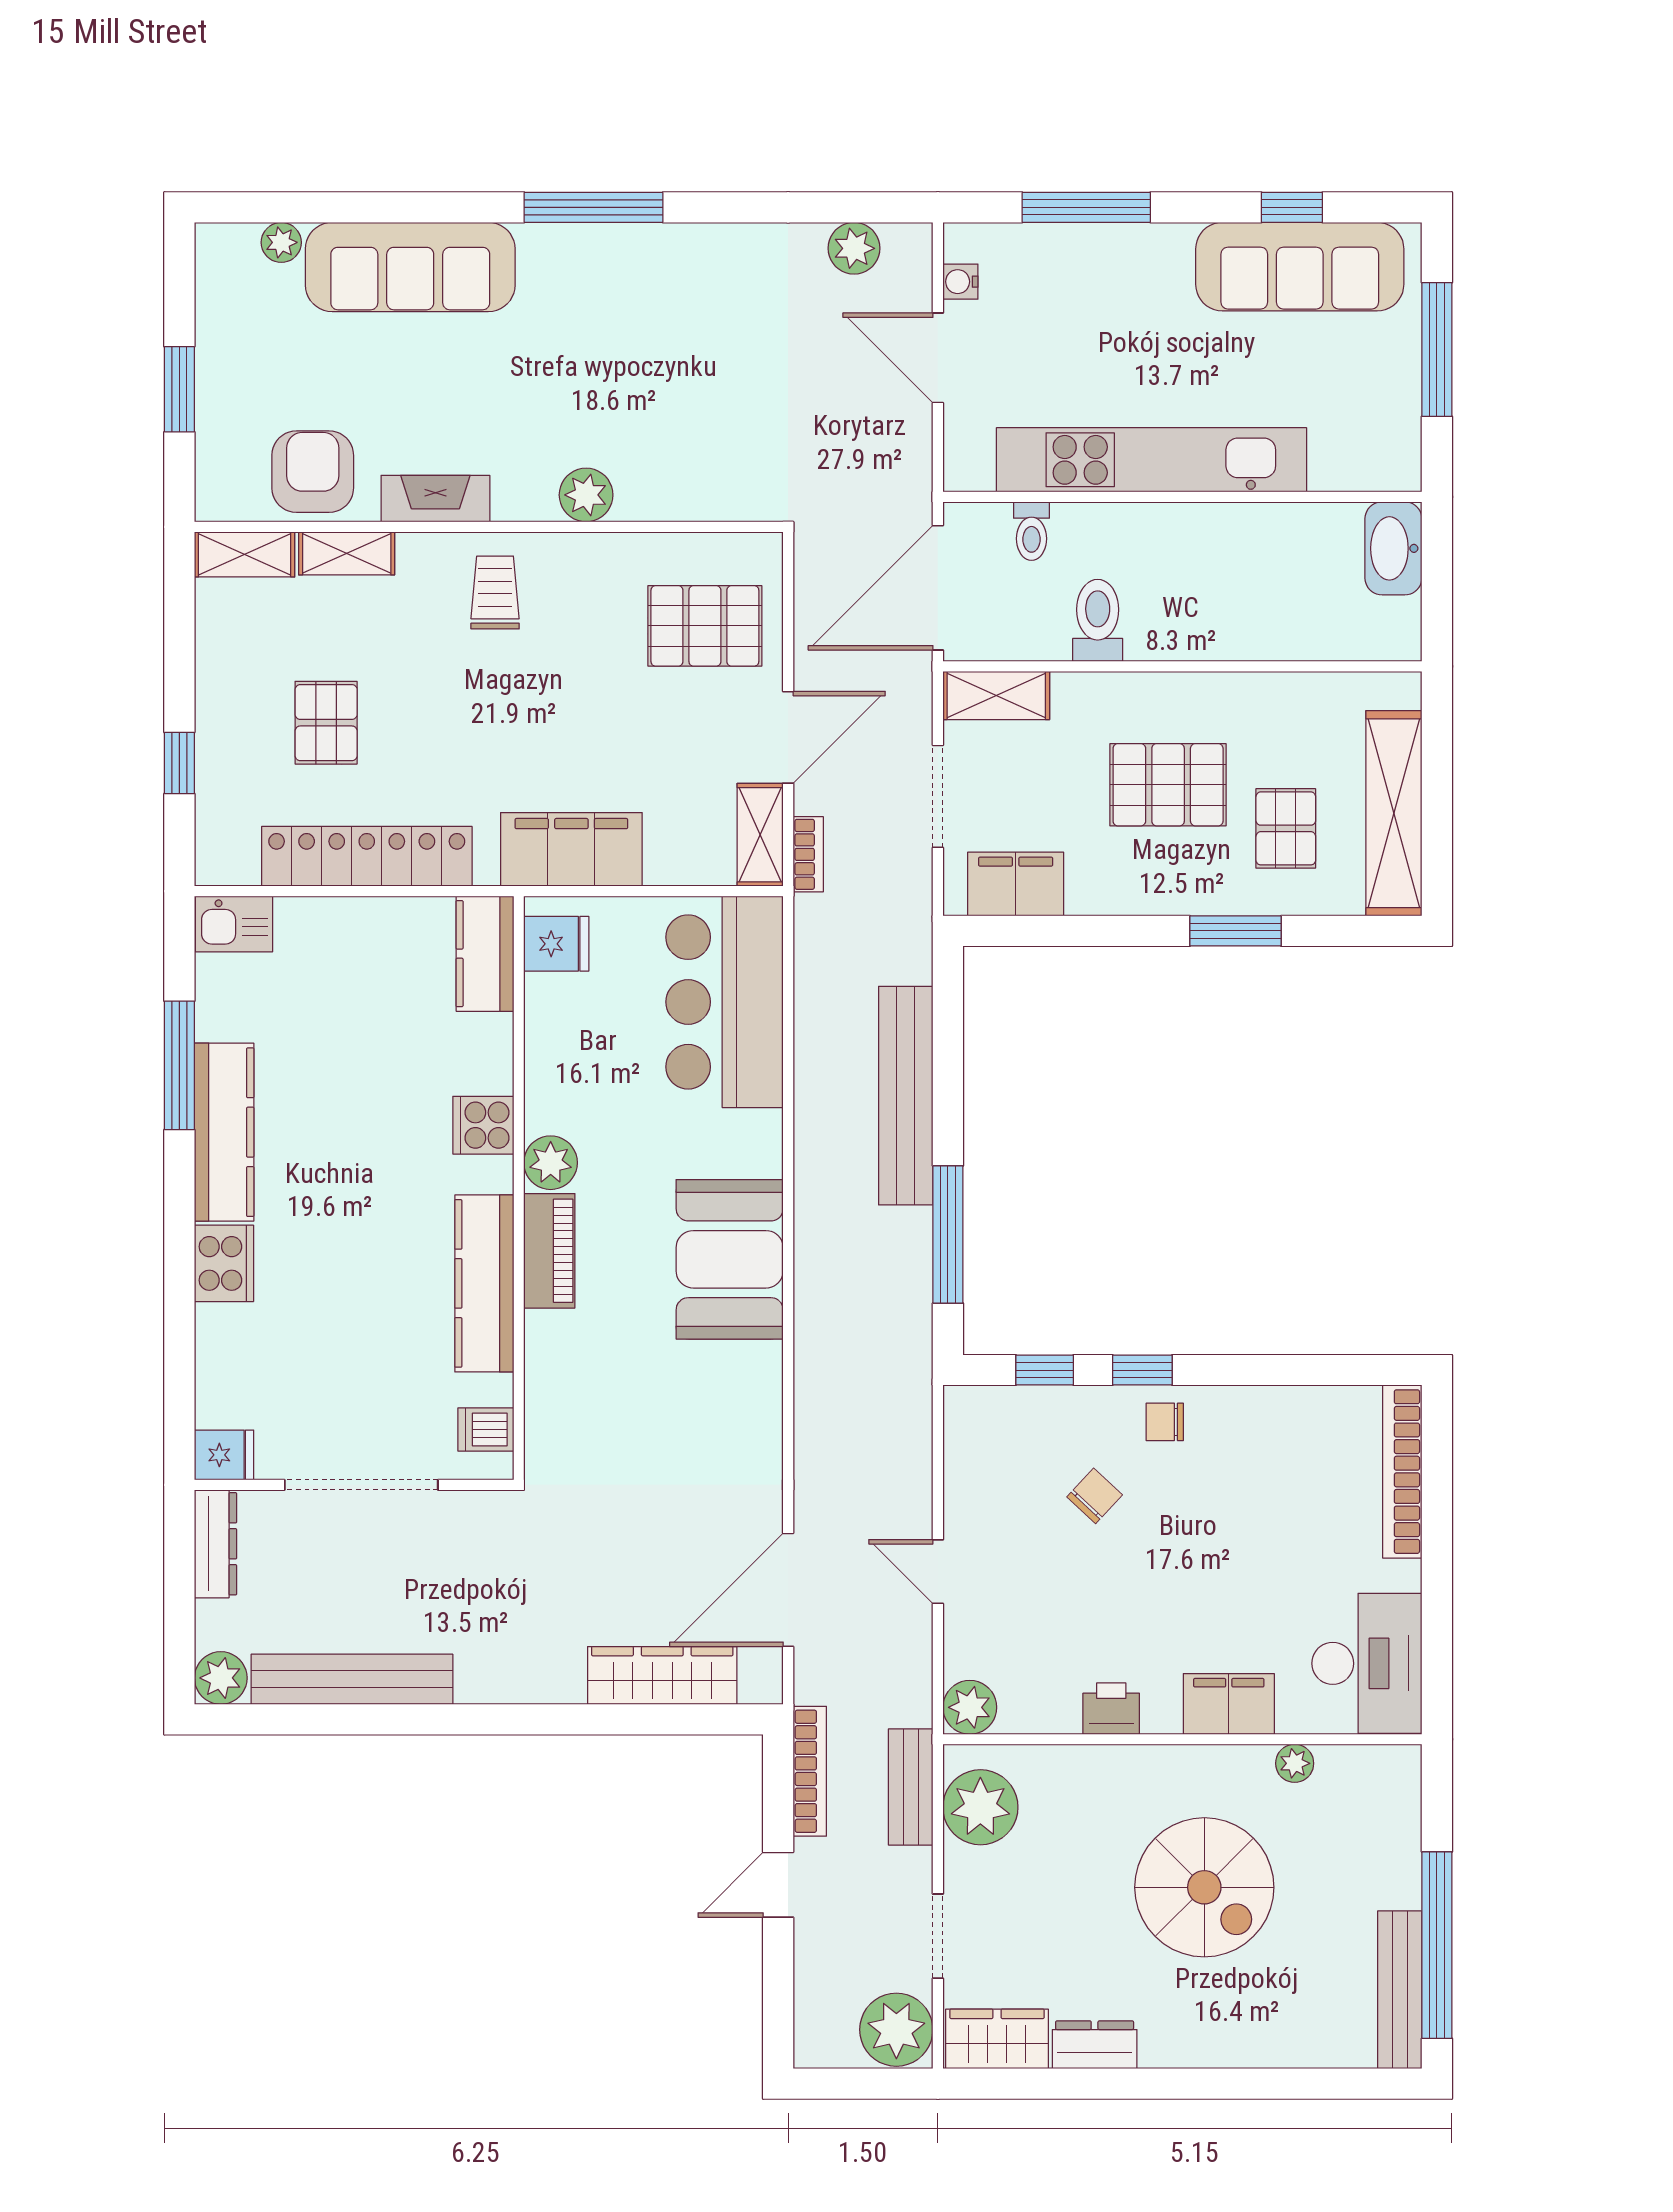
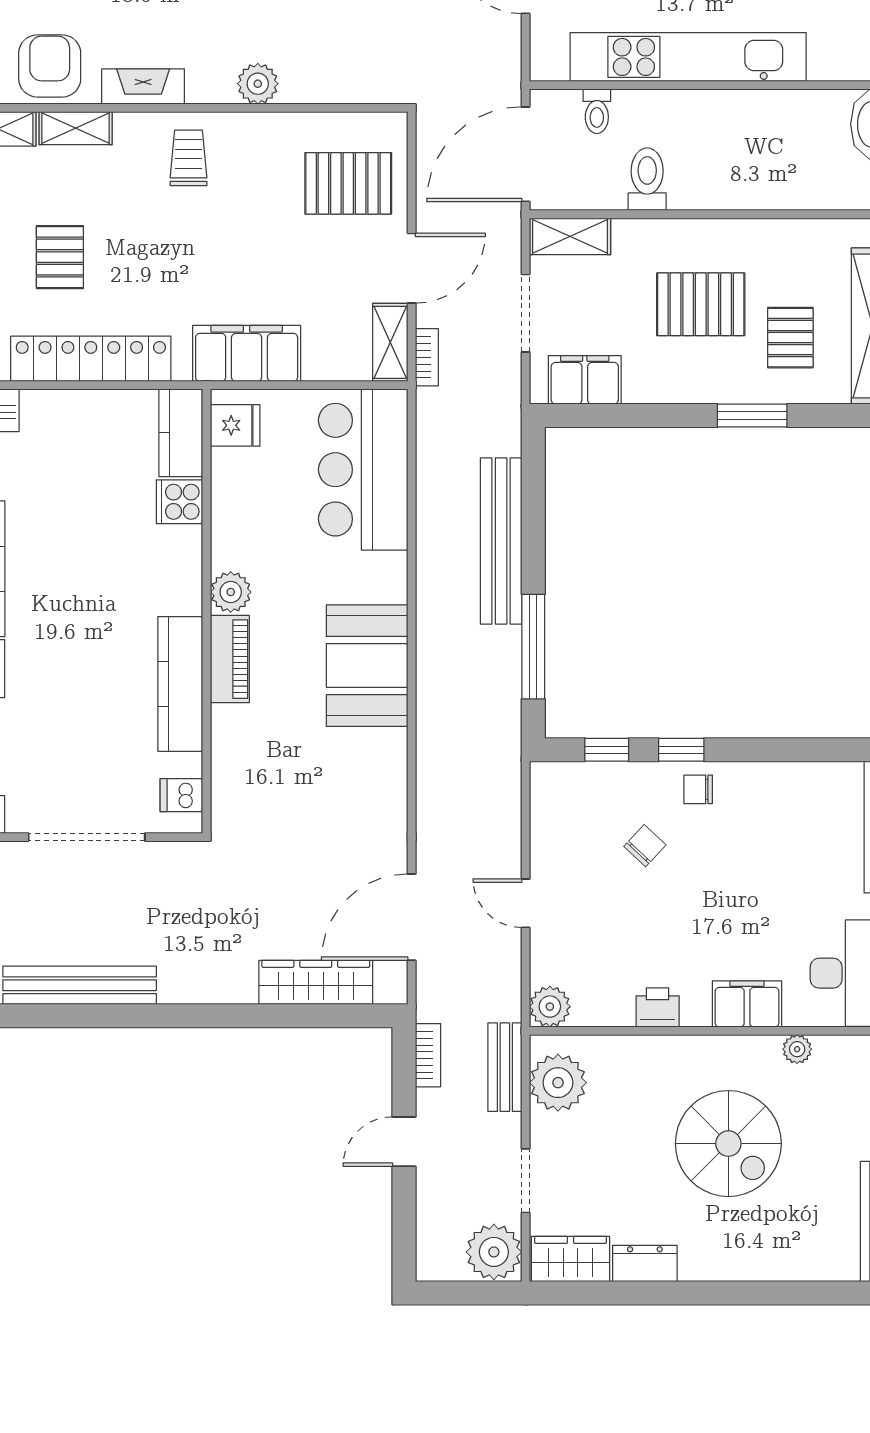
cooker: (483, 1125) -> (180, 502), moved
bookcase: (810, 1771) -> (428, 1055), width x0.64

